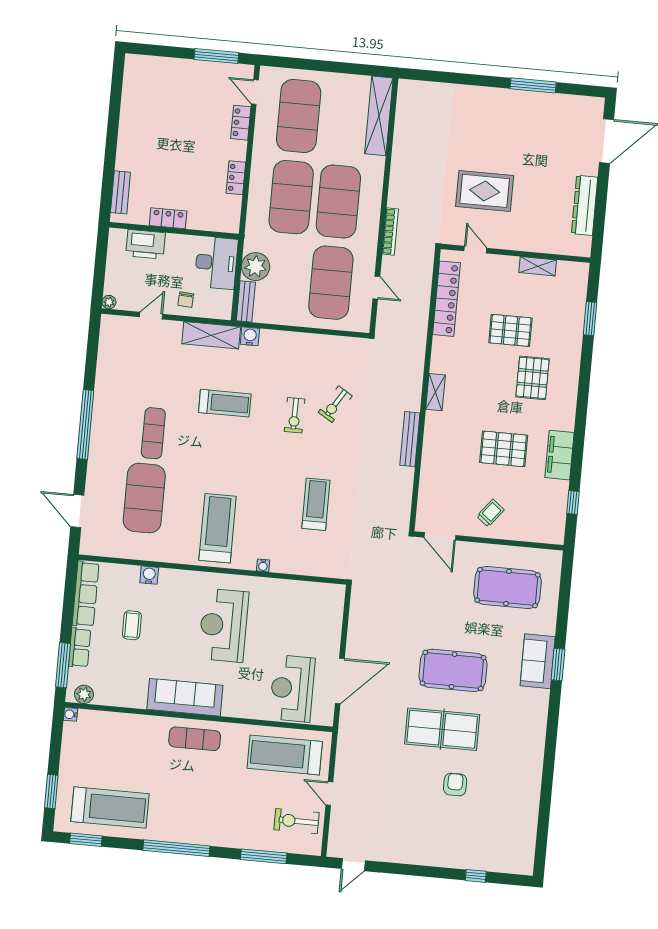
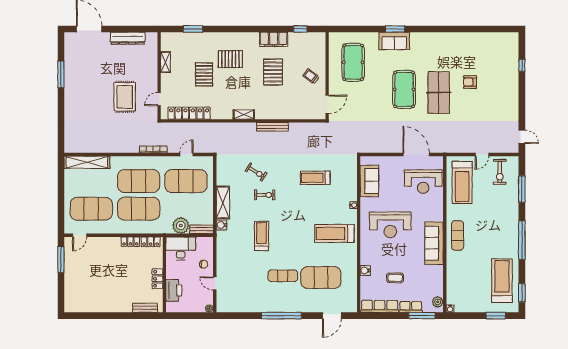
locker: (241, 123) -> (151, 242), moved
shelving: (211, 335) -> (223, 203), moved
sofa: (302, 596) -> (369, 181), added

